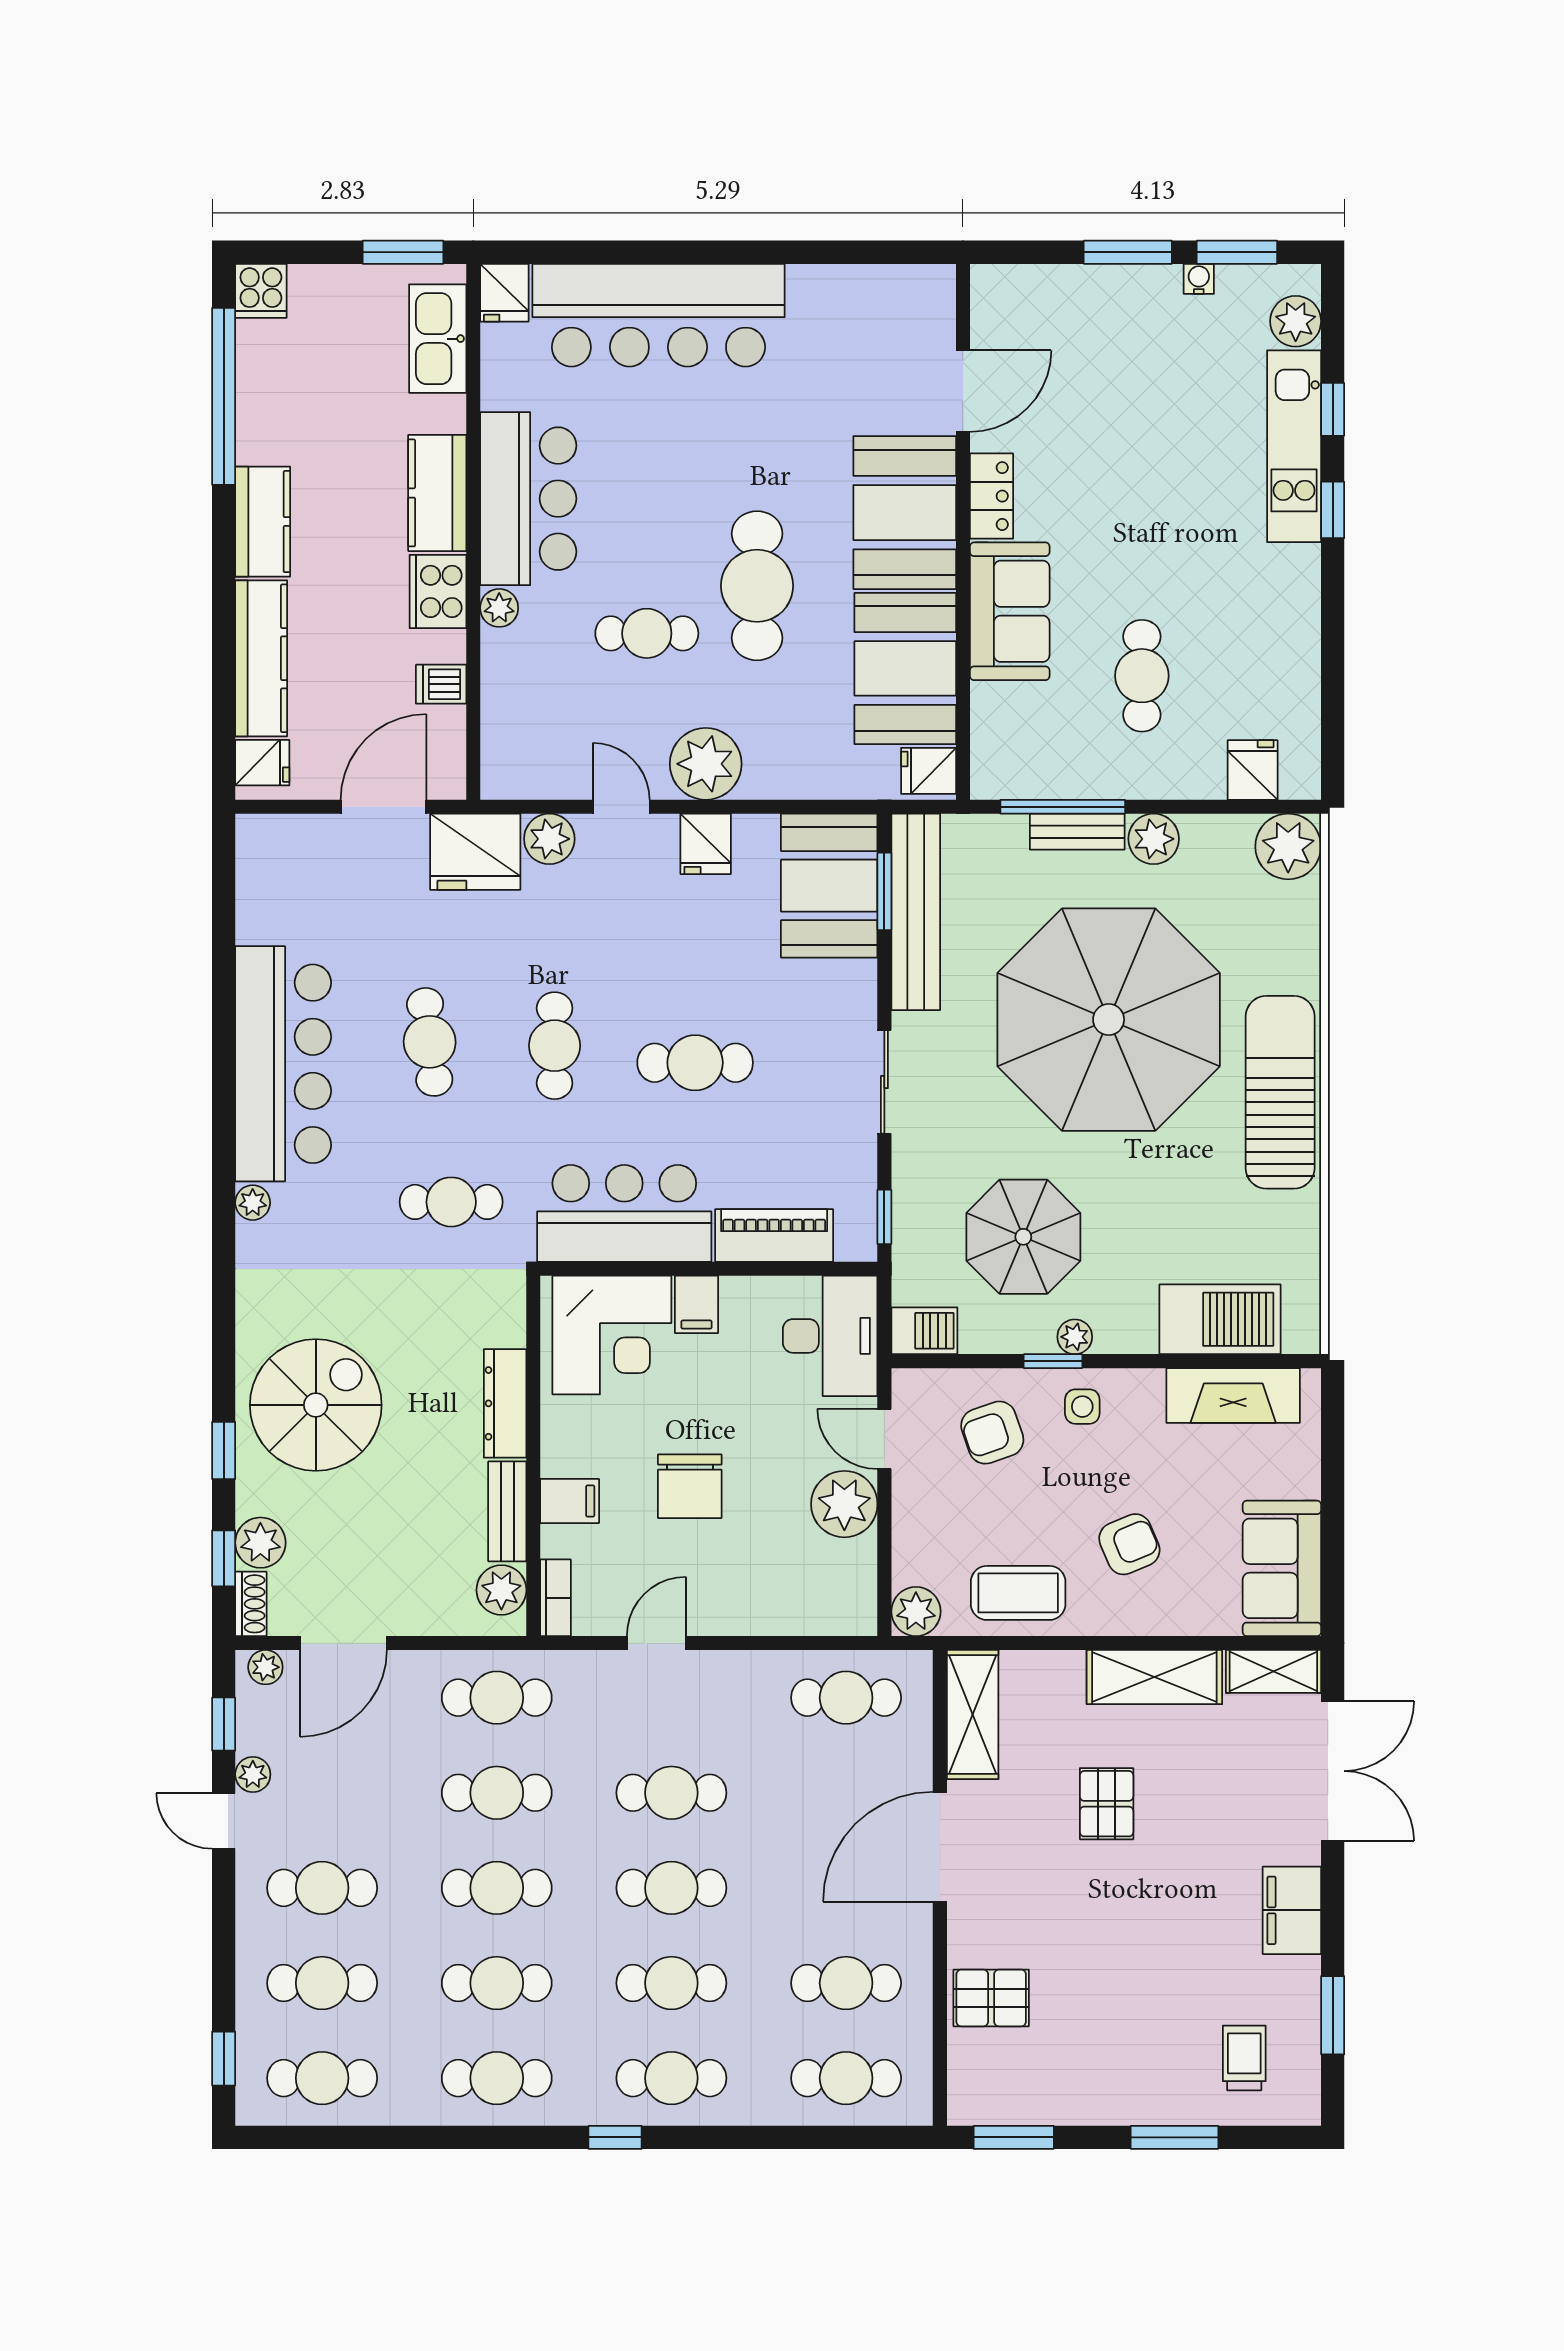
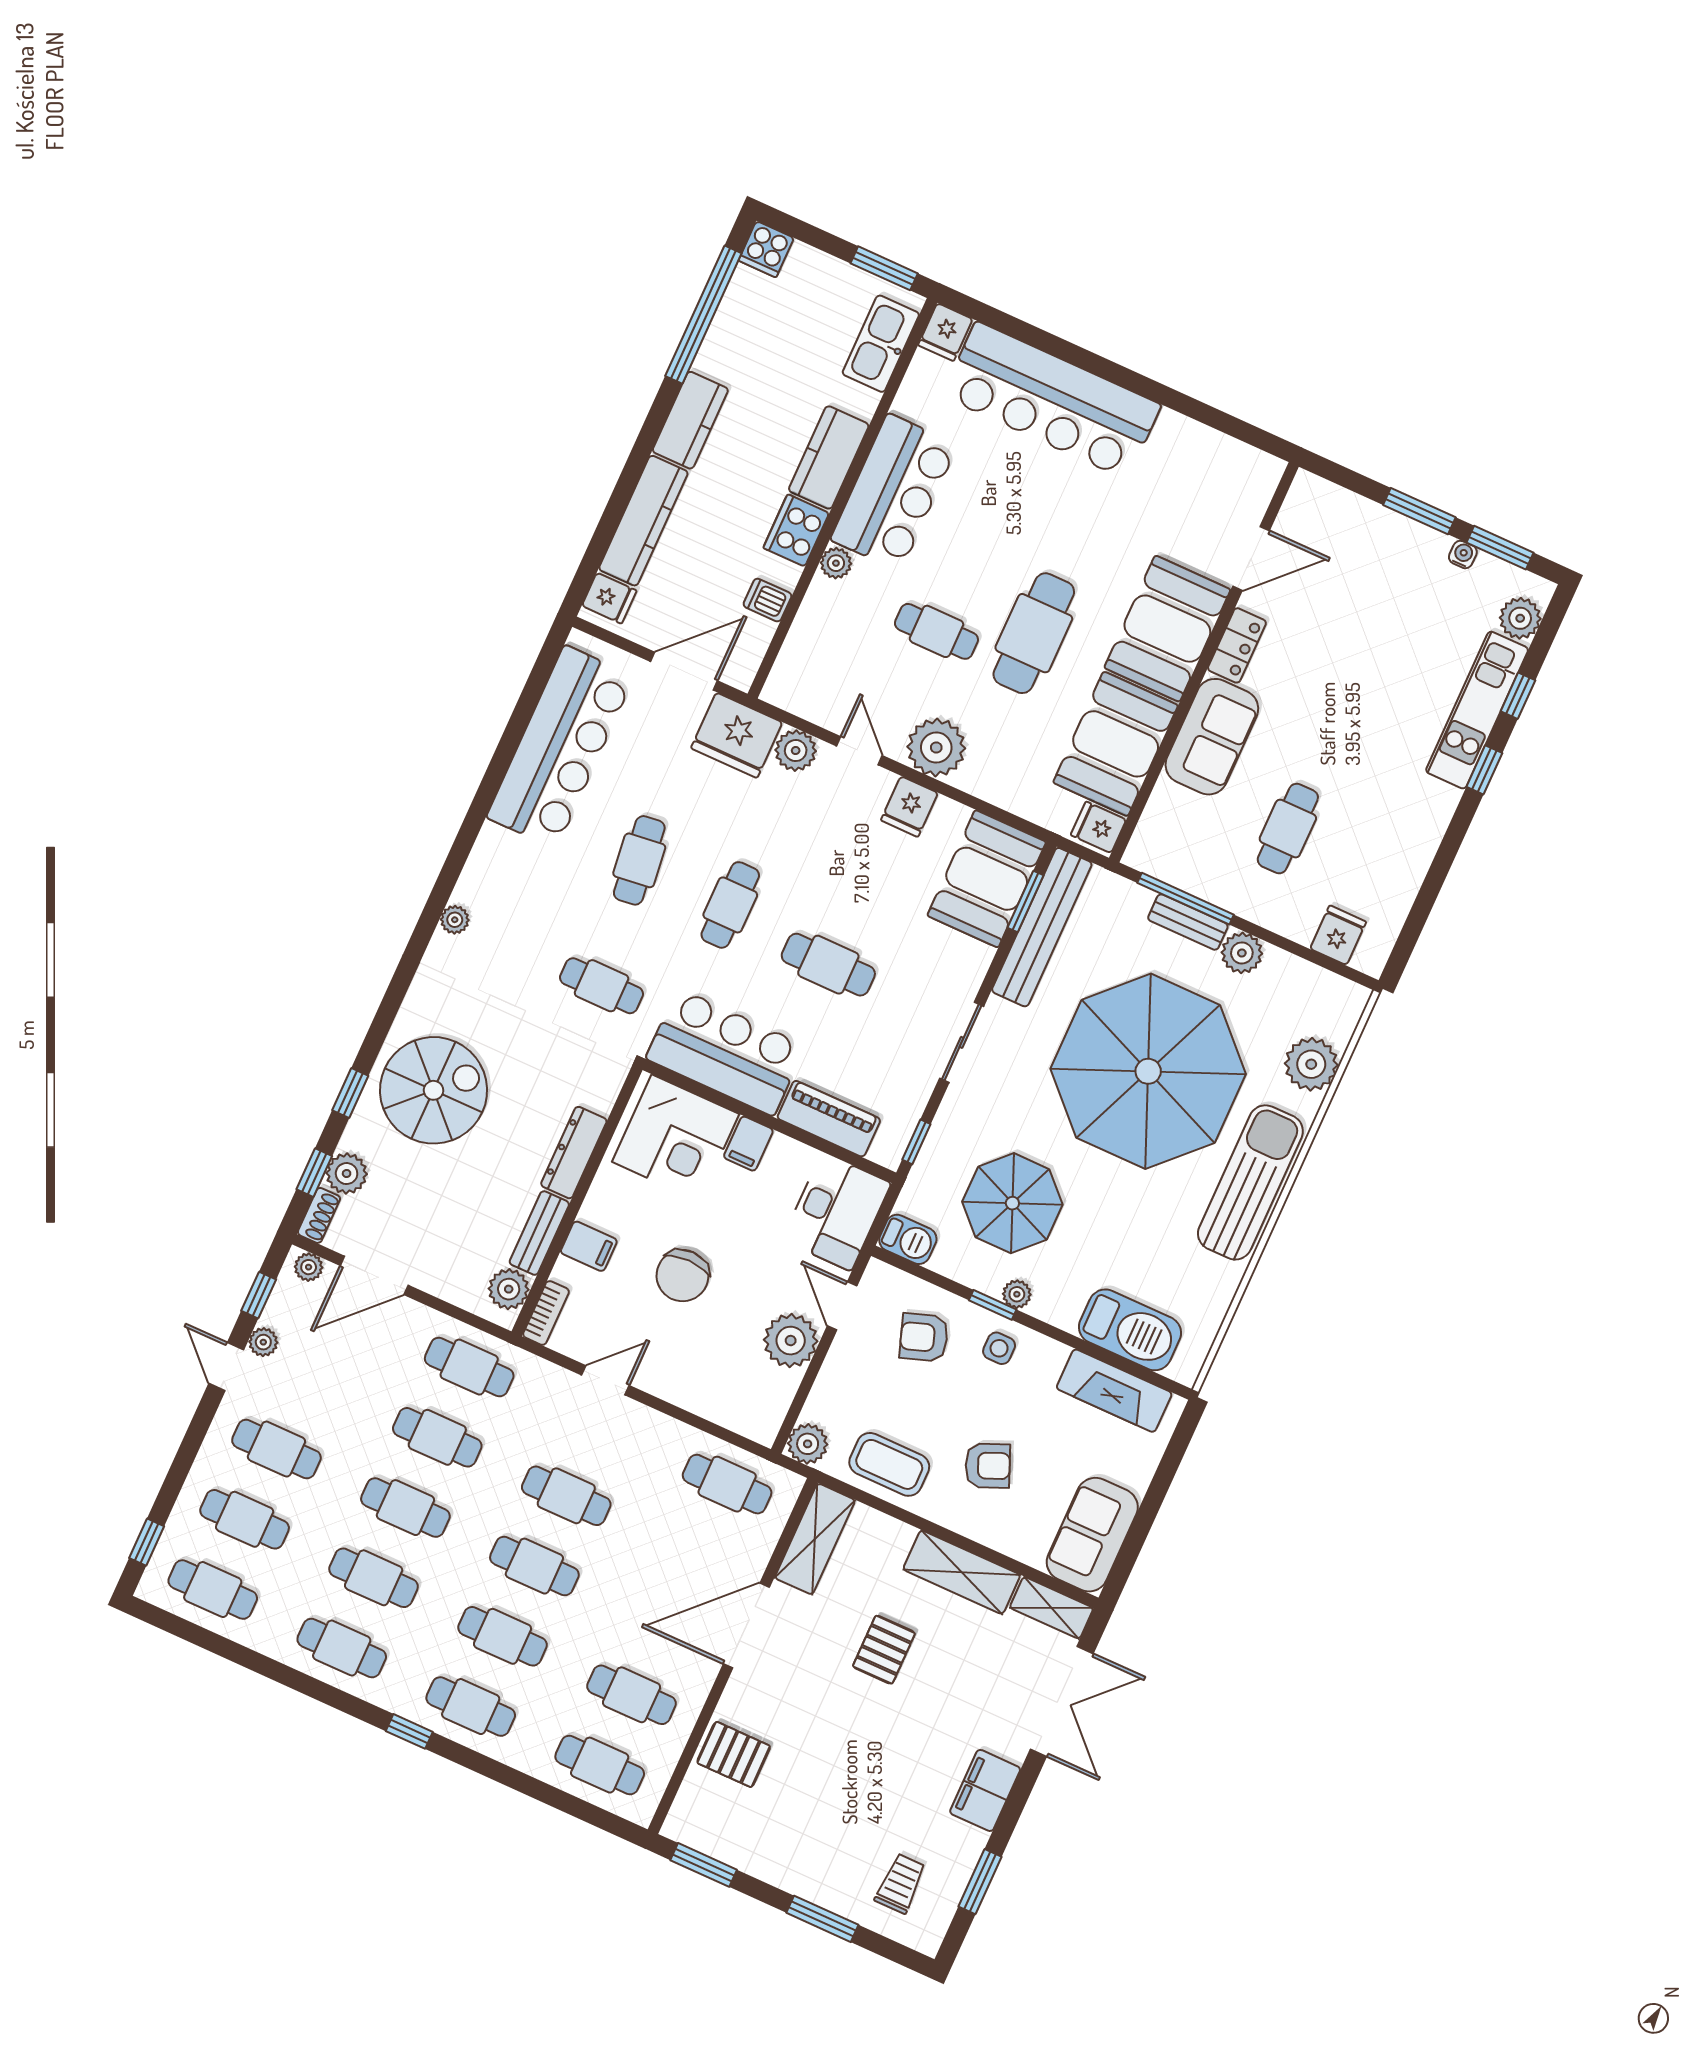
plant: (1288, 846) -> (1311, 1064), moved
bar counter: (283, 1064) -> (560, 747), moved

